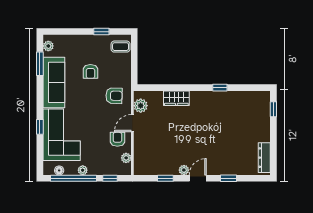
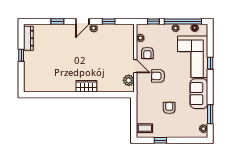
sofa: (54, 82) -> (199, 94), width x0.73
window: (220, 88) -> (64, 95), removed
armchair: (114, 96) -> (158, 76), moved
wardrobe: (176, 98) -> (86, 86), moved
window: (273, 109) -> (21, 55), moved
door: (132, 123) -> (135, 66), hinge flipped

